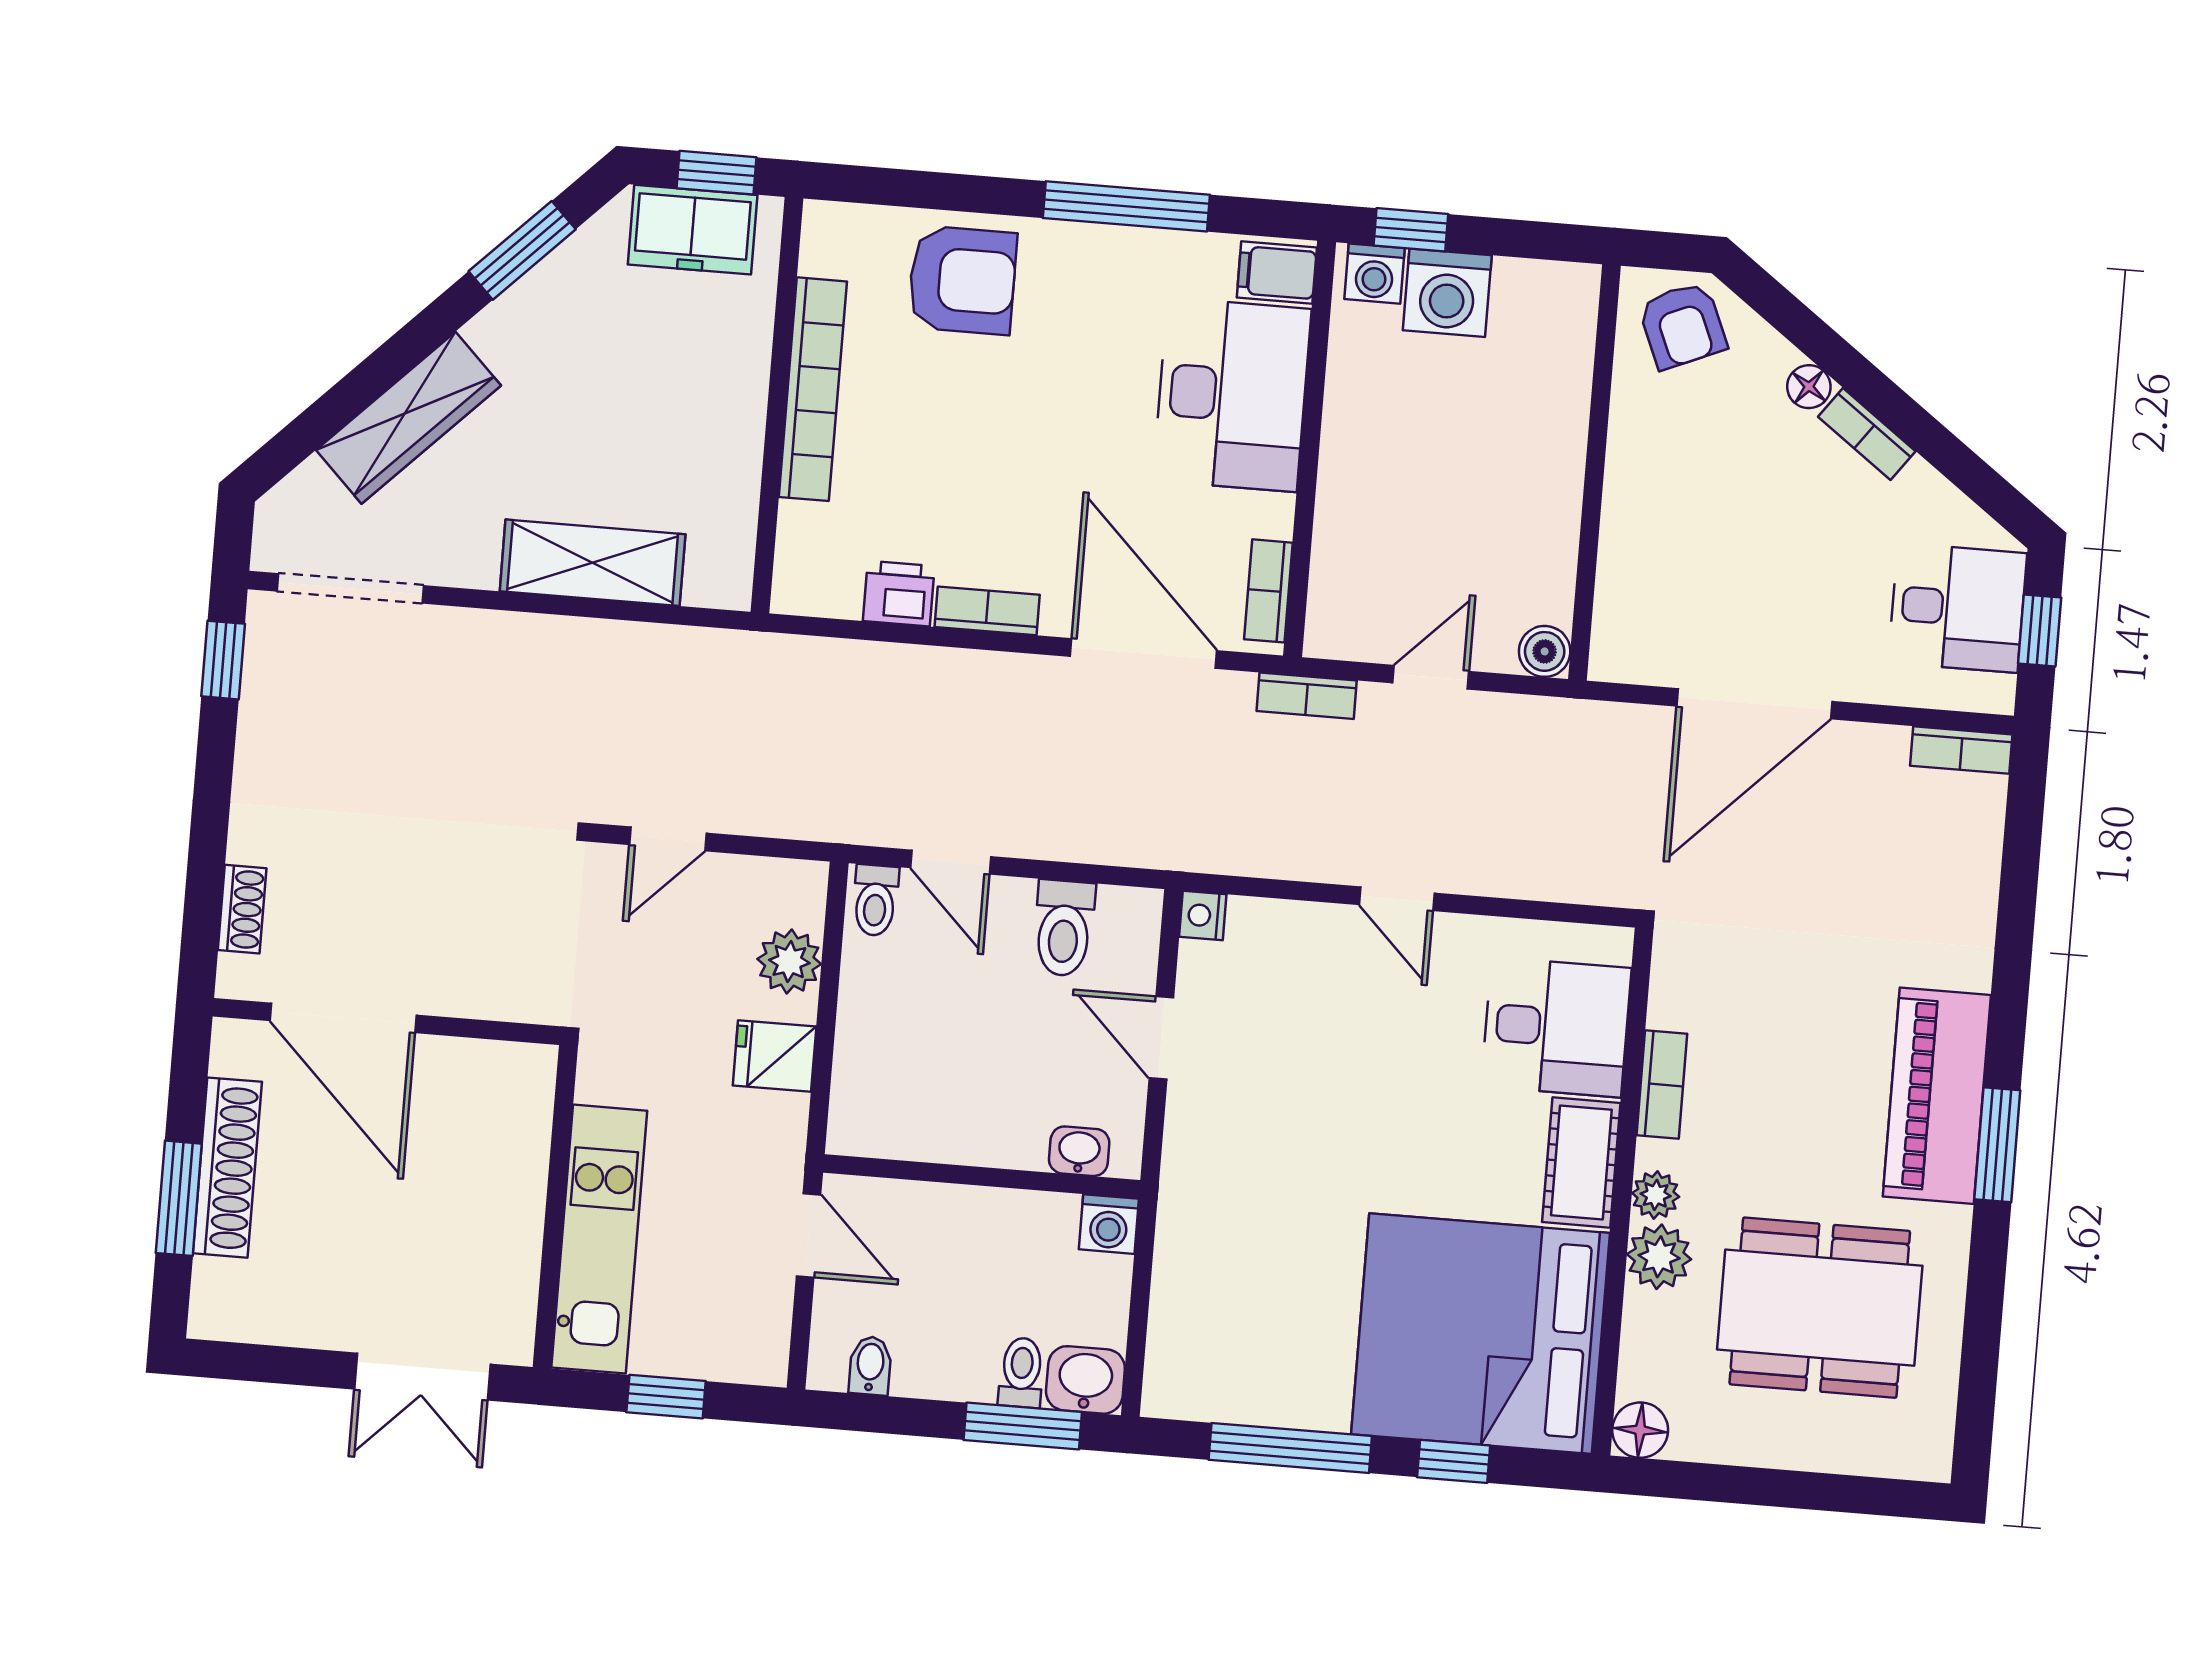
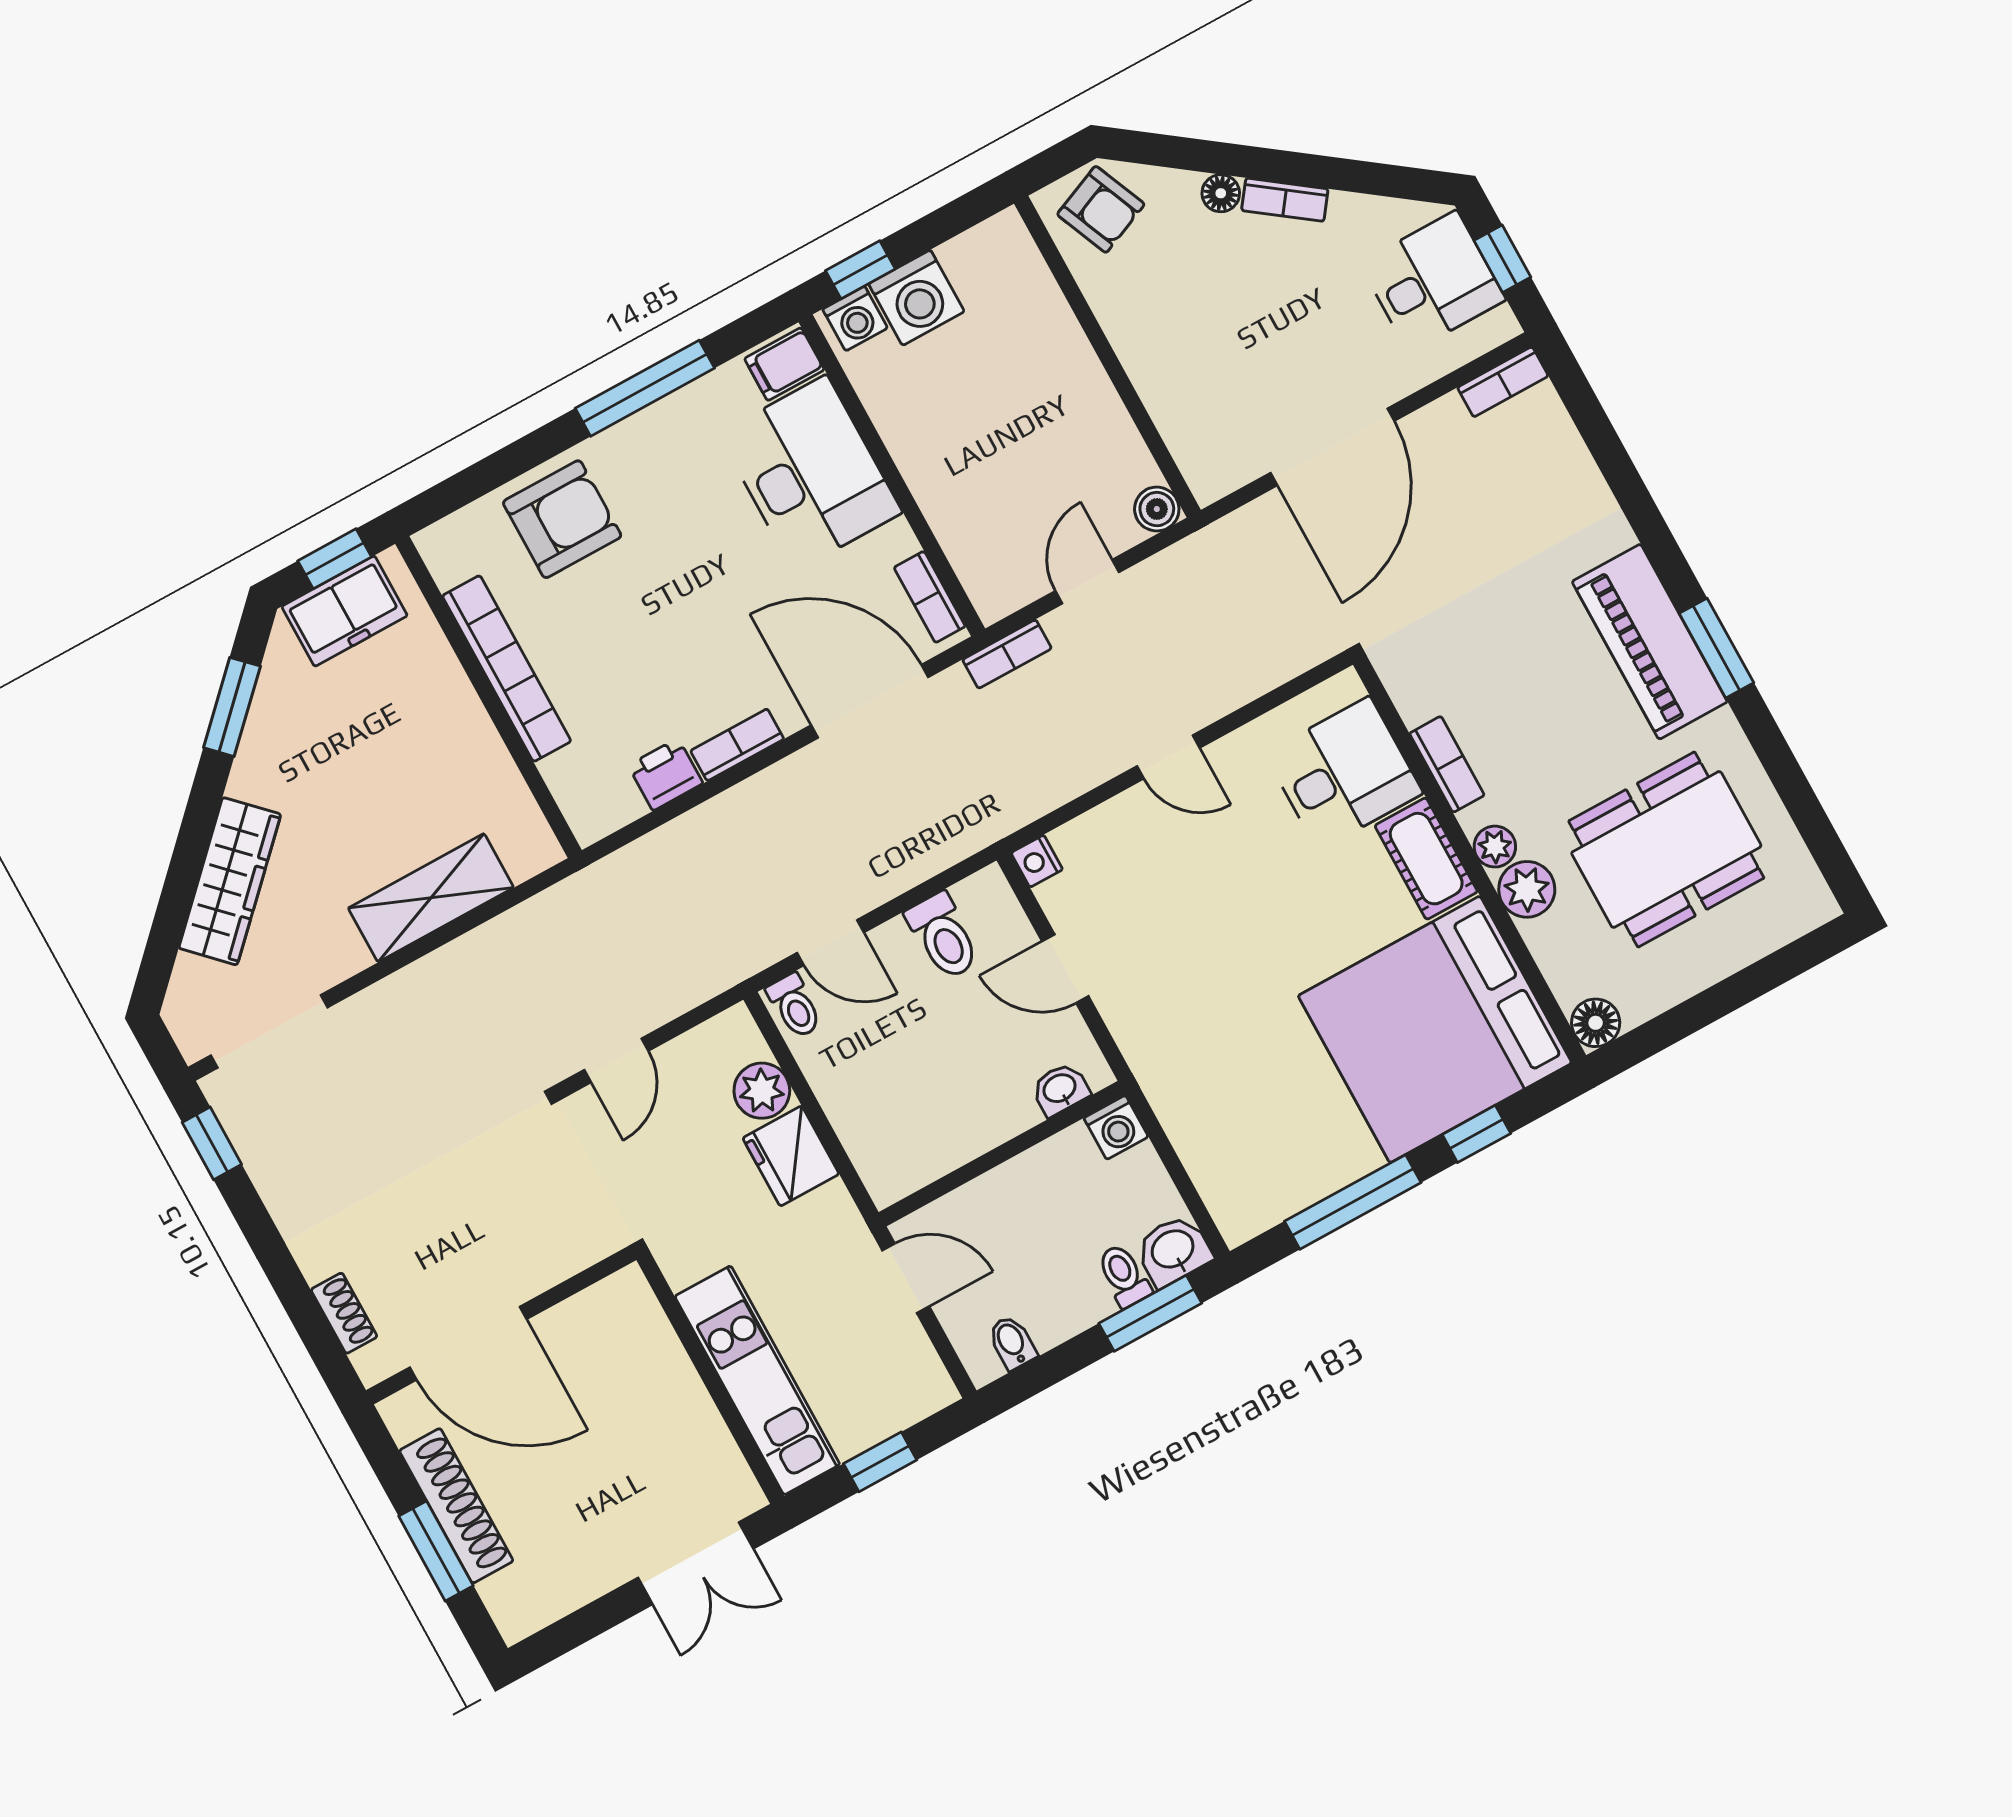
fridge: (775, 1056) -> (791, 1156), width x1.38

